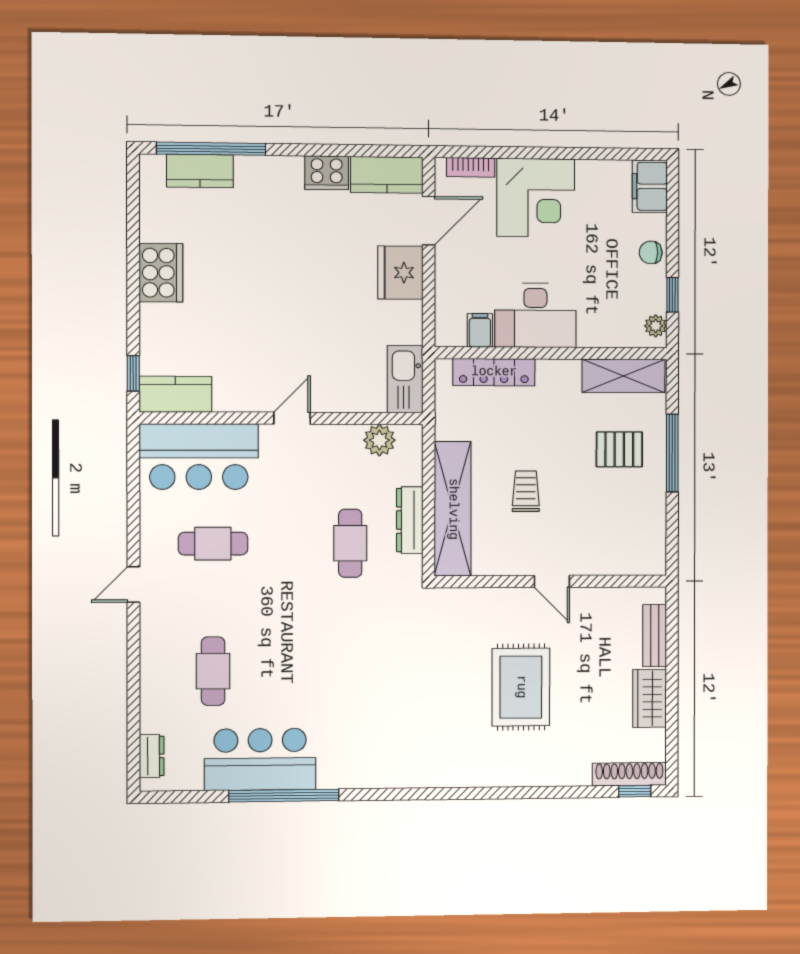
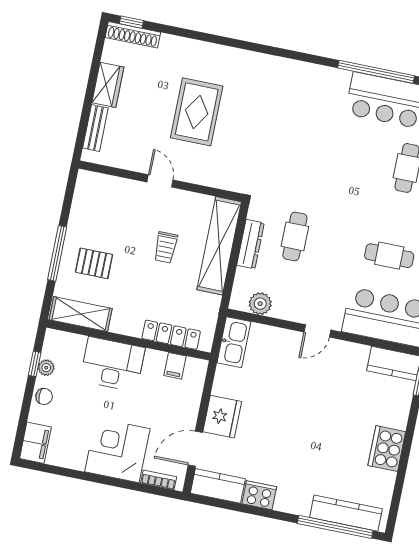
kitchen counter: (200, 171) -> (346, 513), width x1.50
desk: (535, 315) -> (113, 364), moved
plant: (656, 326) -> (46, 368), moved

